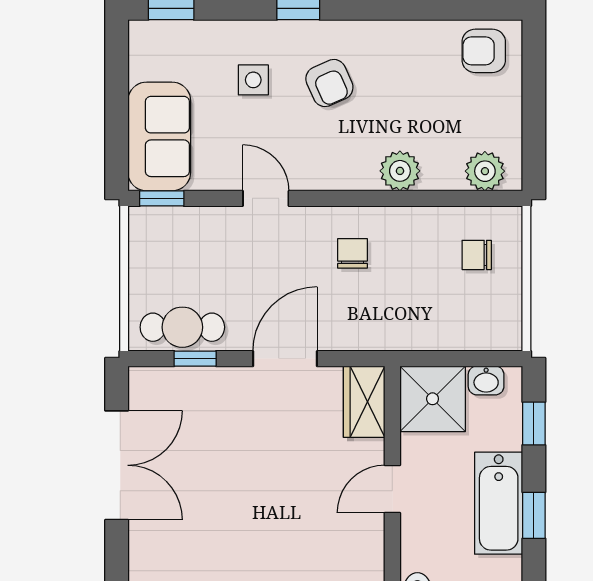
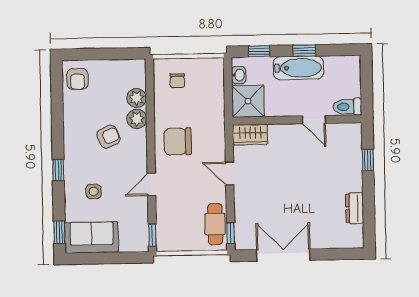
armchair: (329, 83) -> (108, 137), moved
sofa: (159, 136) -> (92, 237), moved
plant: (485, 171) -> (137, 98), moved
chair: (353, 253) -> (178, 141), width x1.87, depth x1.87
window: (195, 359) -> (231, 233), moved
door: (285, 359) -> (230, 174), width x0.73
door: (392, 489) -> (314, 120), moved

